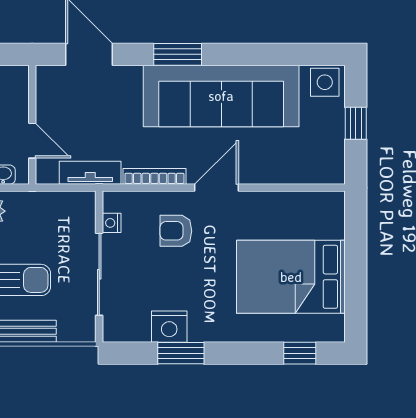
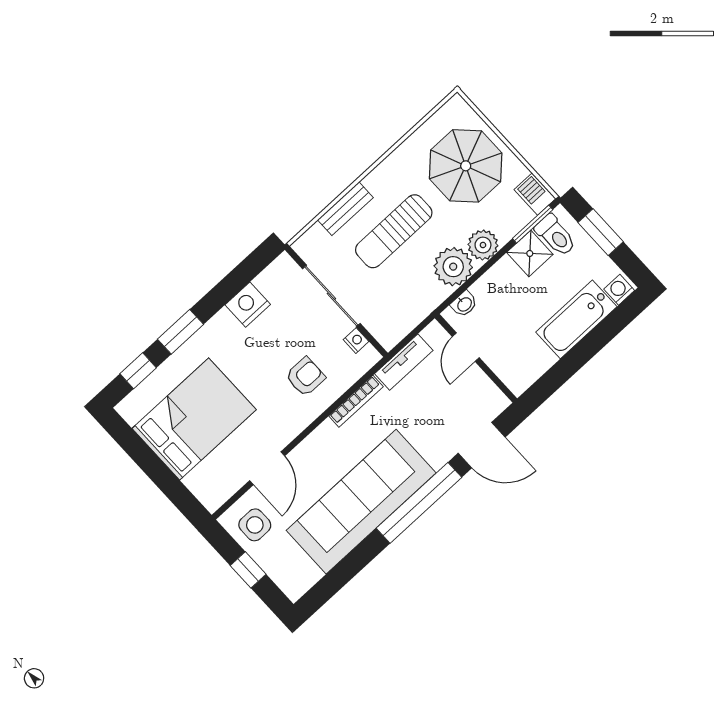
window: (178, 54) -> (419, 503), width x2.11
side table: (325, 82) -> (255, 525), moved
door: (32, 141) -> (466, 347), hinge flipped
door: (217, 188) -> (267, 468), moved
window: (181, 353) -> (180, 332), moved

